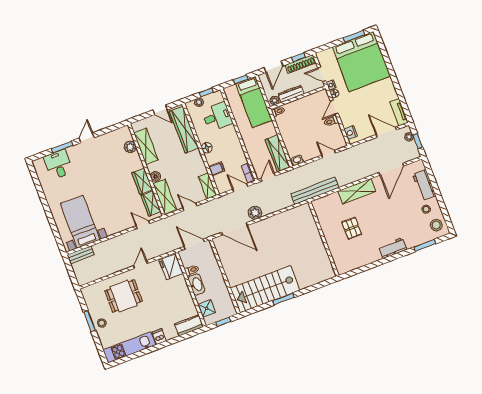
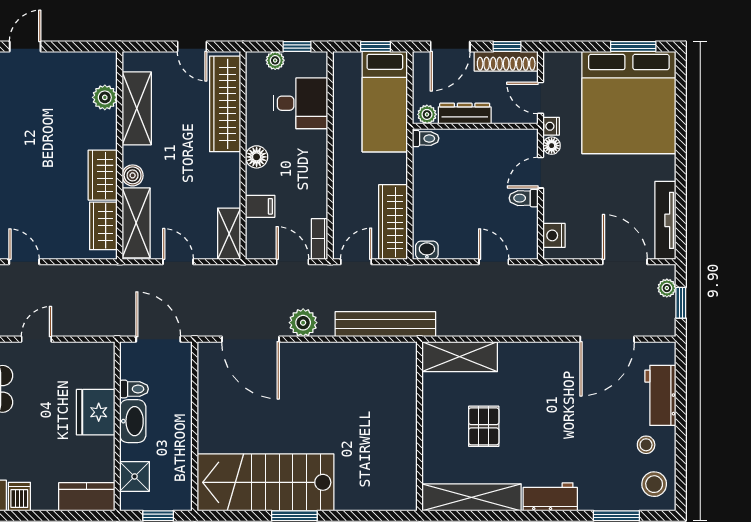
tv unit: (399, 112) -> (665, 220), width x1.41
bench: (315, 191) -> (385, 324), moved
shelving: (357, 191) -> (460, 357), moved
door: (143, 225) -> (24, 262), moved
shelving: (358, 261) -> (472, 497), added
fridge: (171, 267) -> (96, 412), moved

